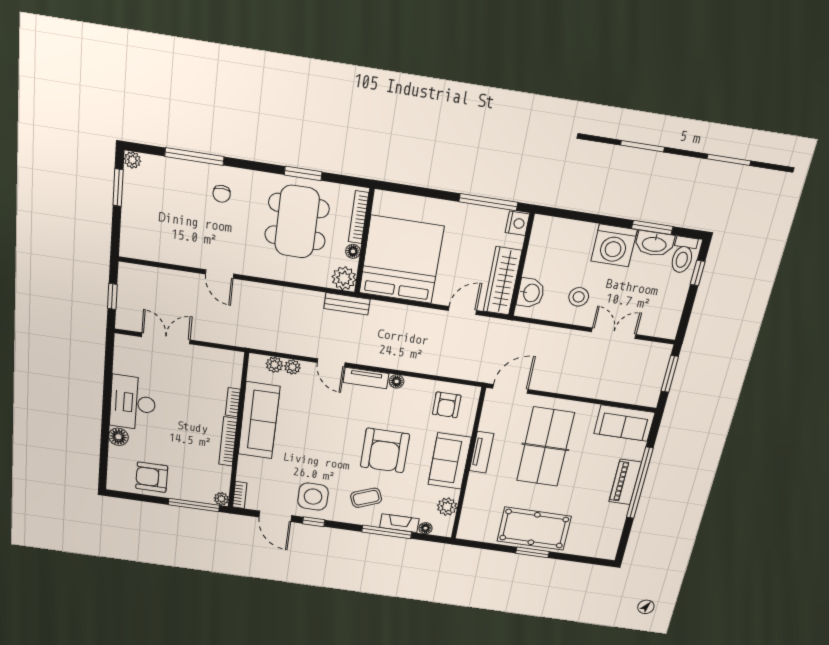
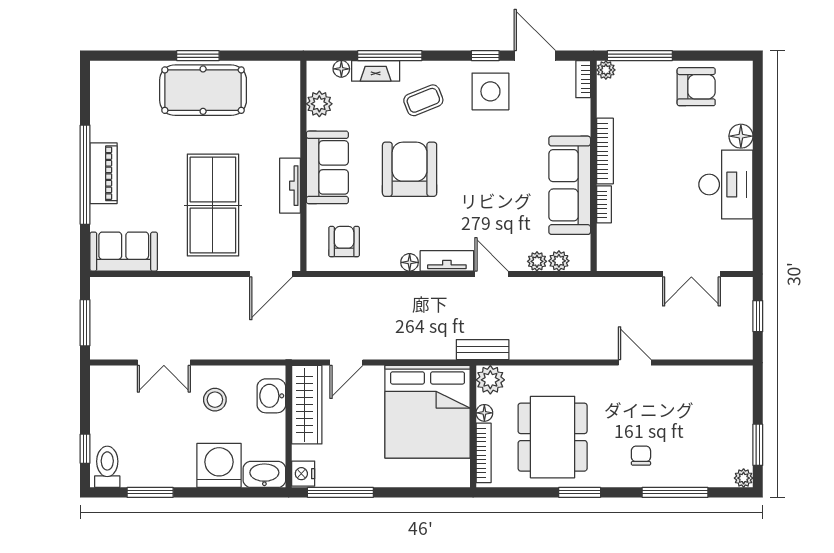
window: (303, 173) -> (580, 492), moved
washbasin: (654, 244) -> (264, 474), moved
washing machine: (614, 245) -> (219, 465), moved

